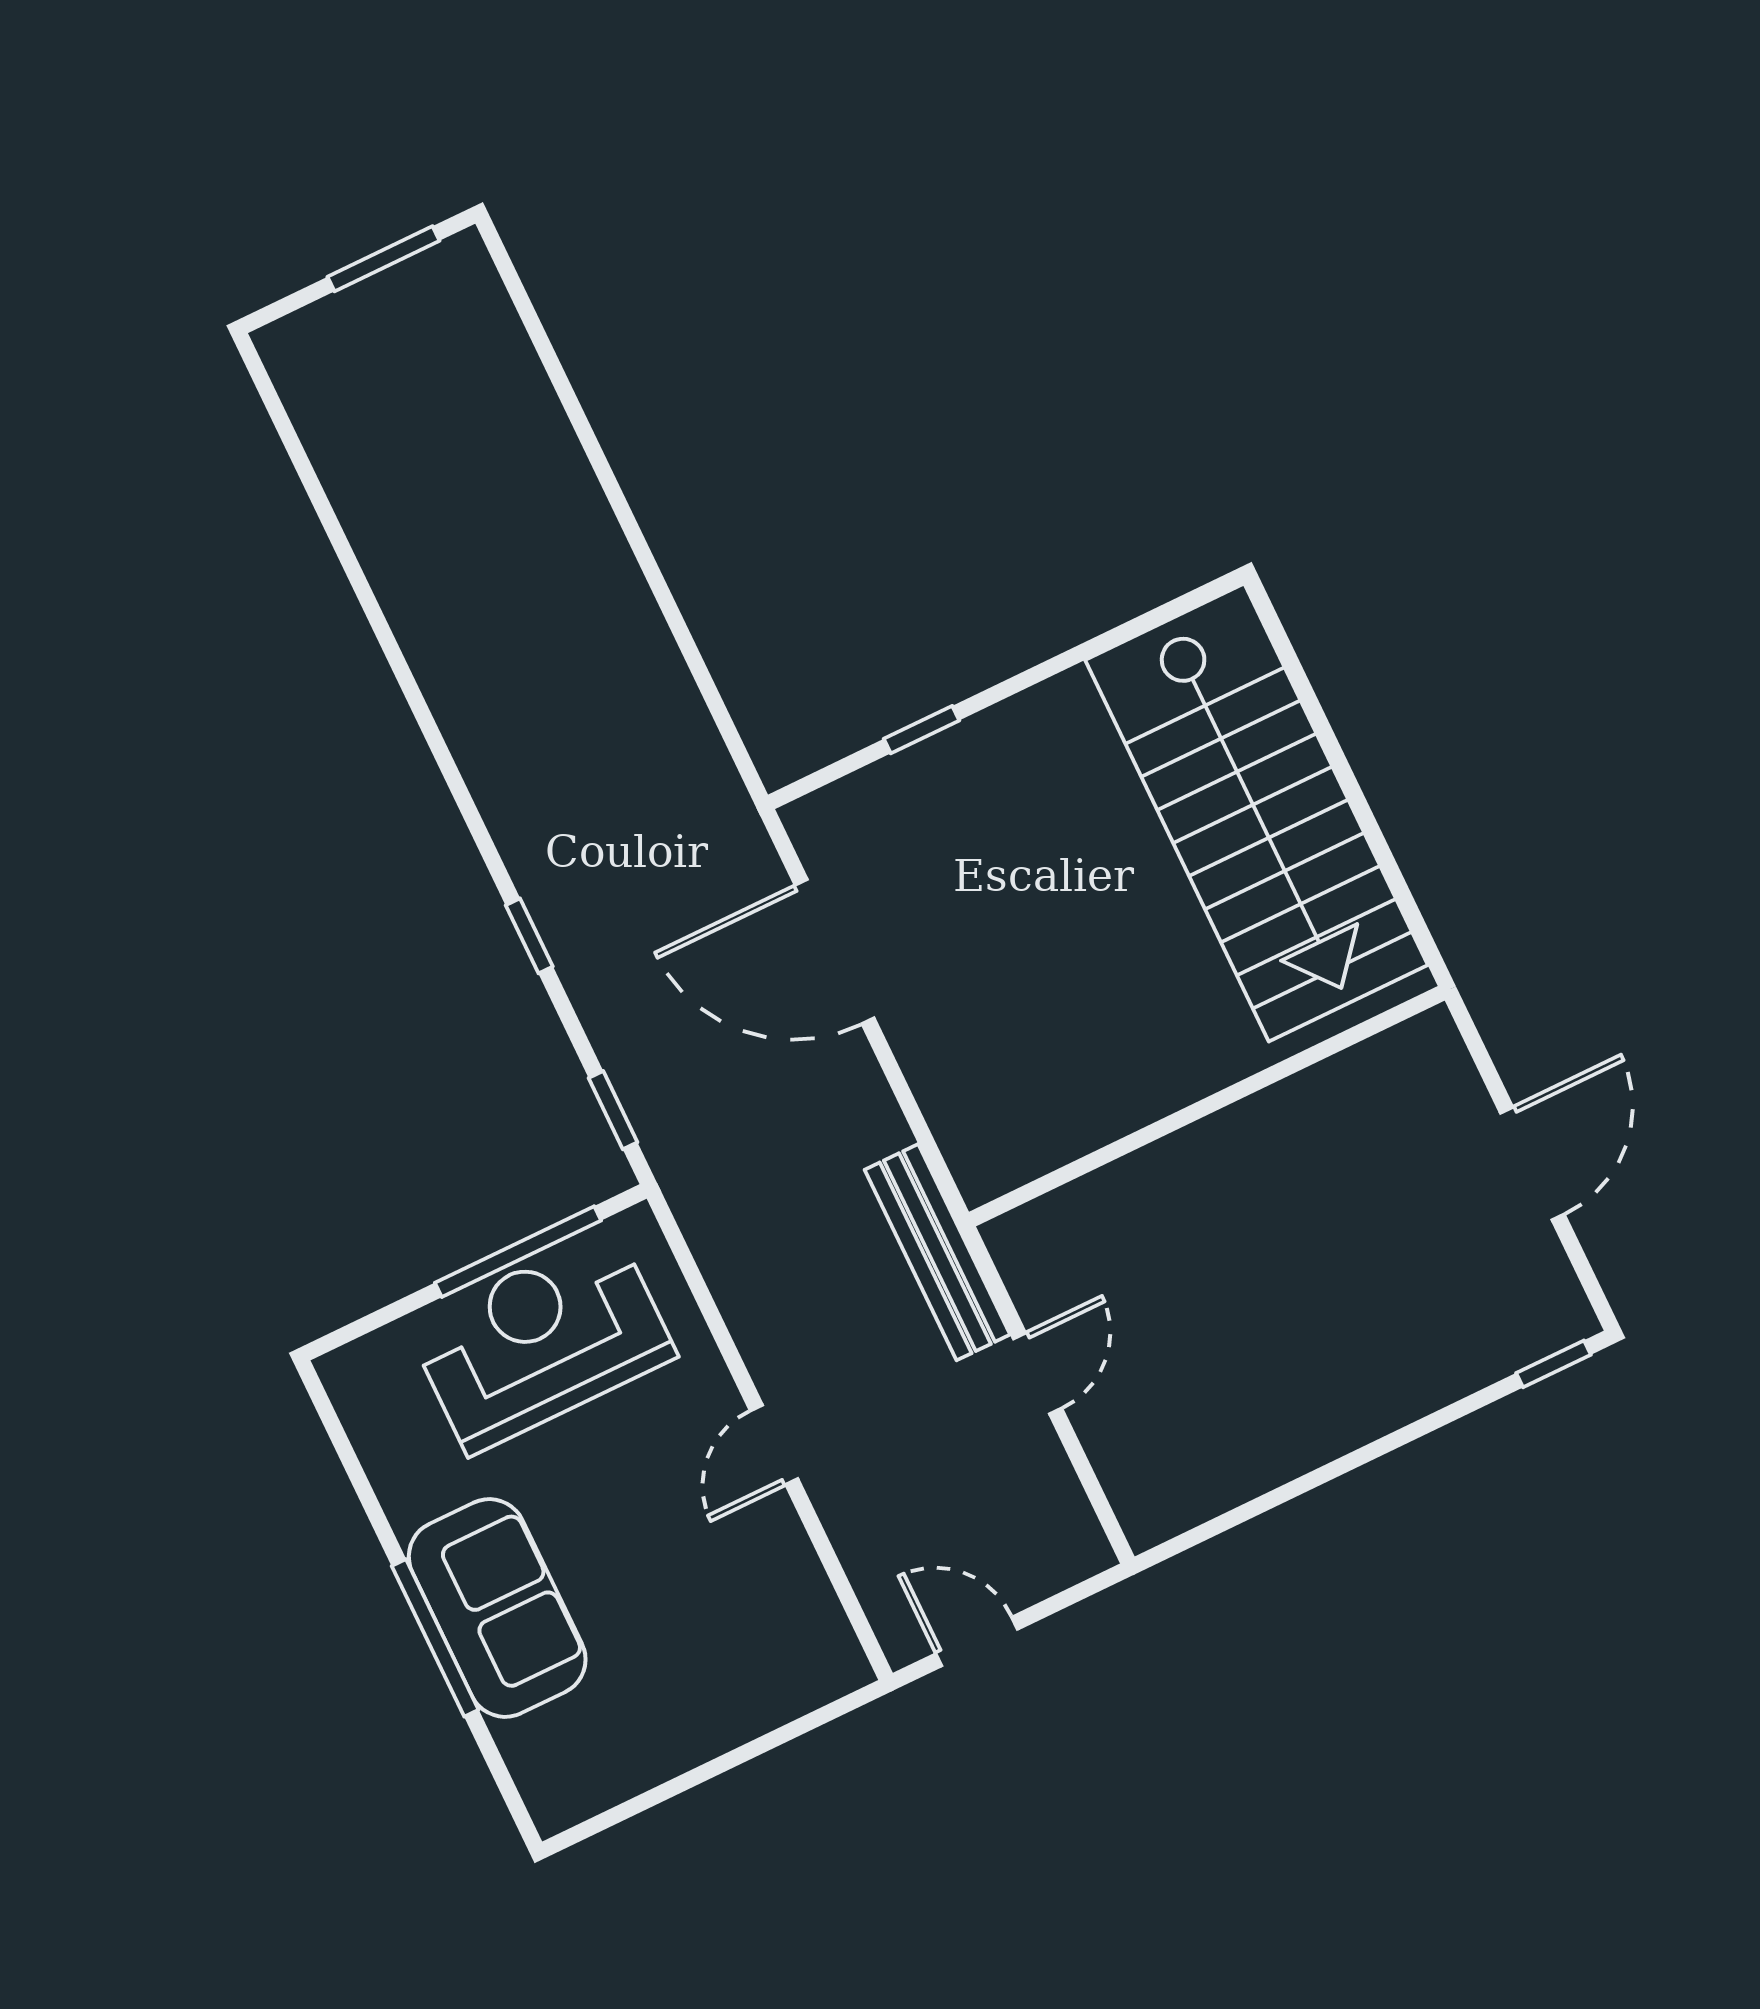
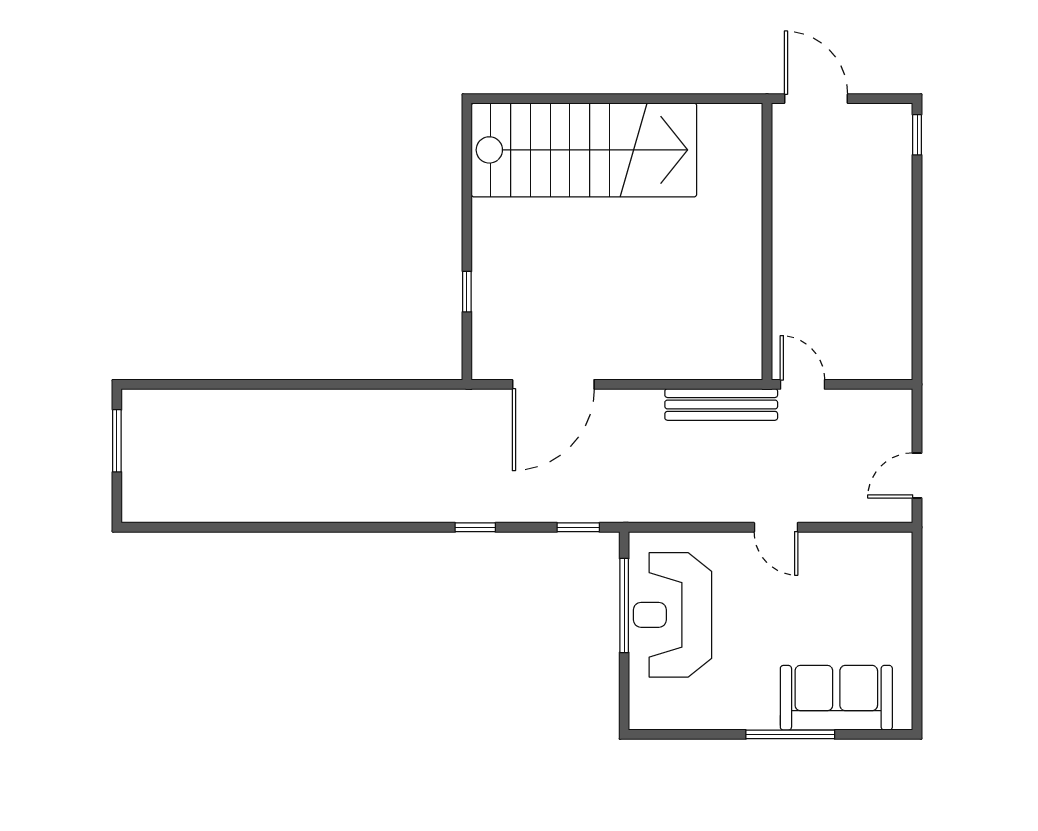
wall: (1207, 1106) -> (767, 242), moved
sofa: (497, 1608) -> (836, 698), moved

